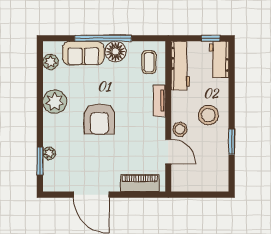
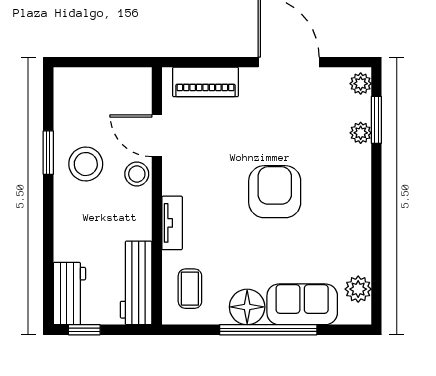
plant: (55, 102) -> (361, 84), moved, width x0.53, depth x0.53
stool: (208, 115) -> (86, 164), moved

